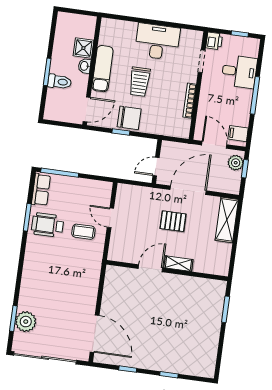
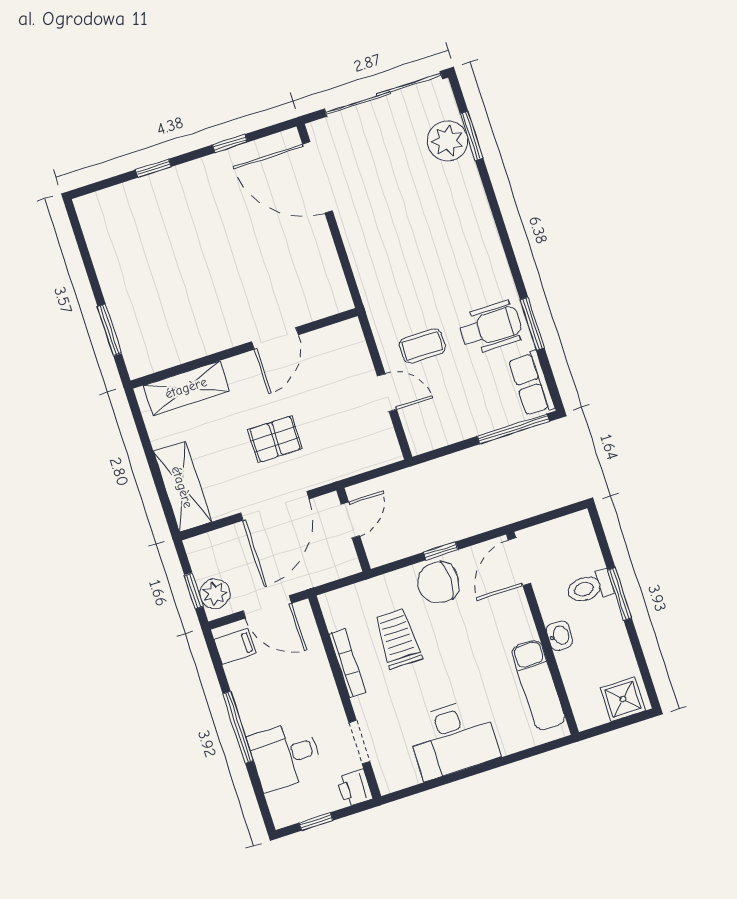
shower: (83, 48) -> (623, 699), moved
exam couch: (103, 69) -> (538, 685), moved
trolley: (140, 82) -> (398, 639), moved
shelving: (178, 264) -> (186, 388), moved, width x1.50, depth x1.33

